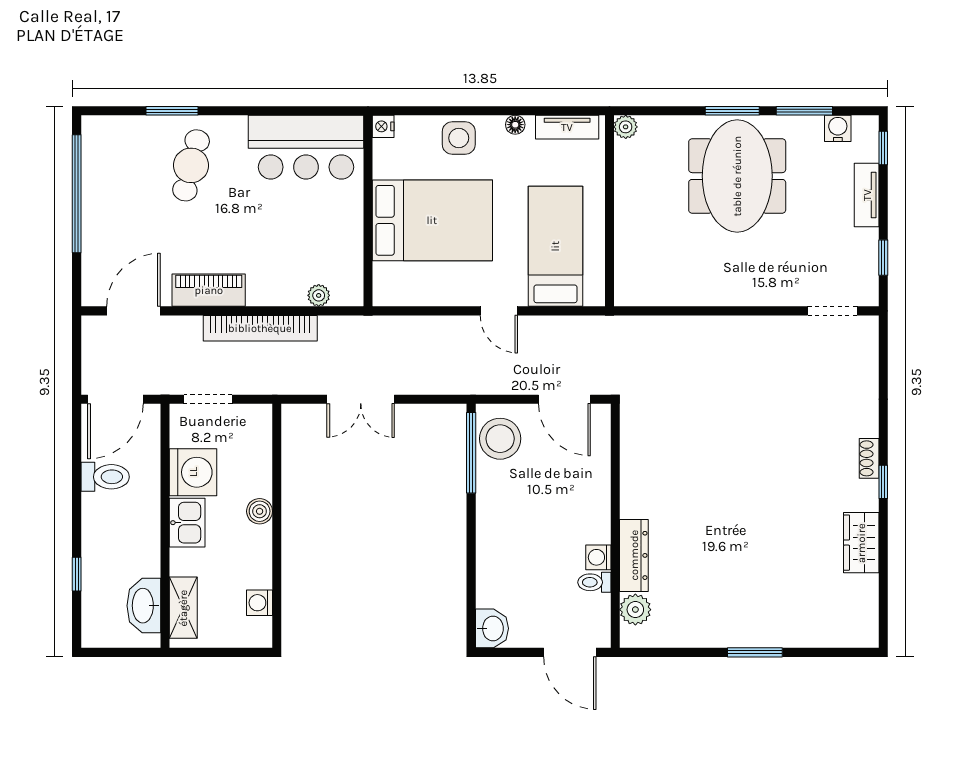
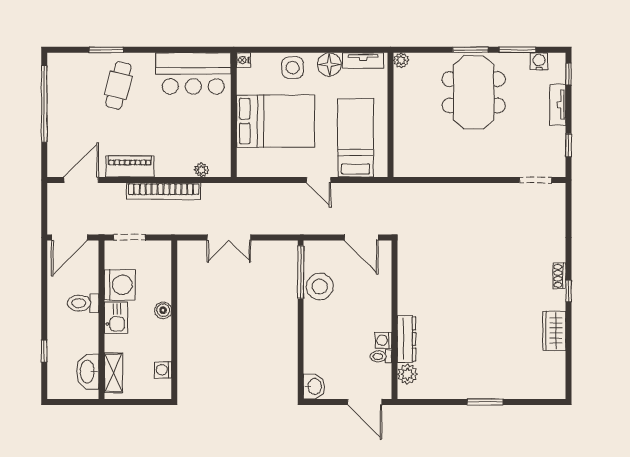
floor lamp: (515, 125) -> (329, 64), width x1.89, depth x1.89
stool: (500, 439) -> (320, 287), moved
toilet: (105, 477) -> (83, 303), moved, turned 180

